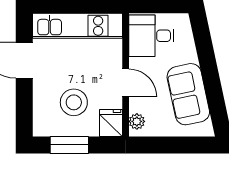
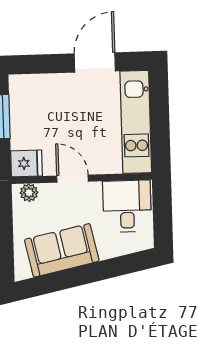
door: (126, 83) -> (73, 179), swing flipped
stool: (74, 102) -> (49, 120), removed

